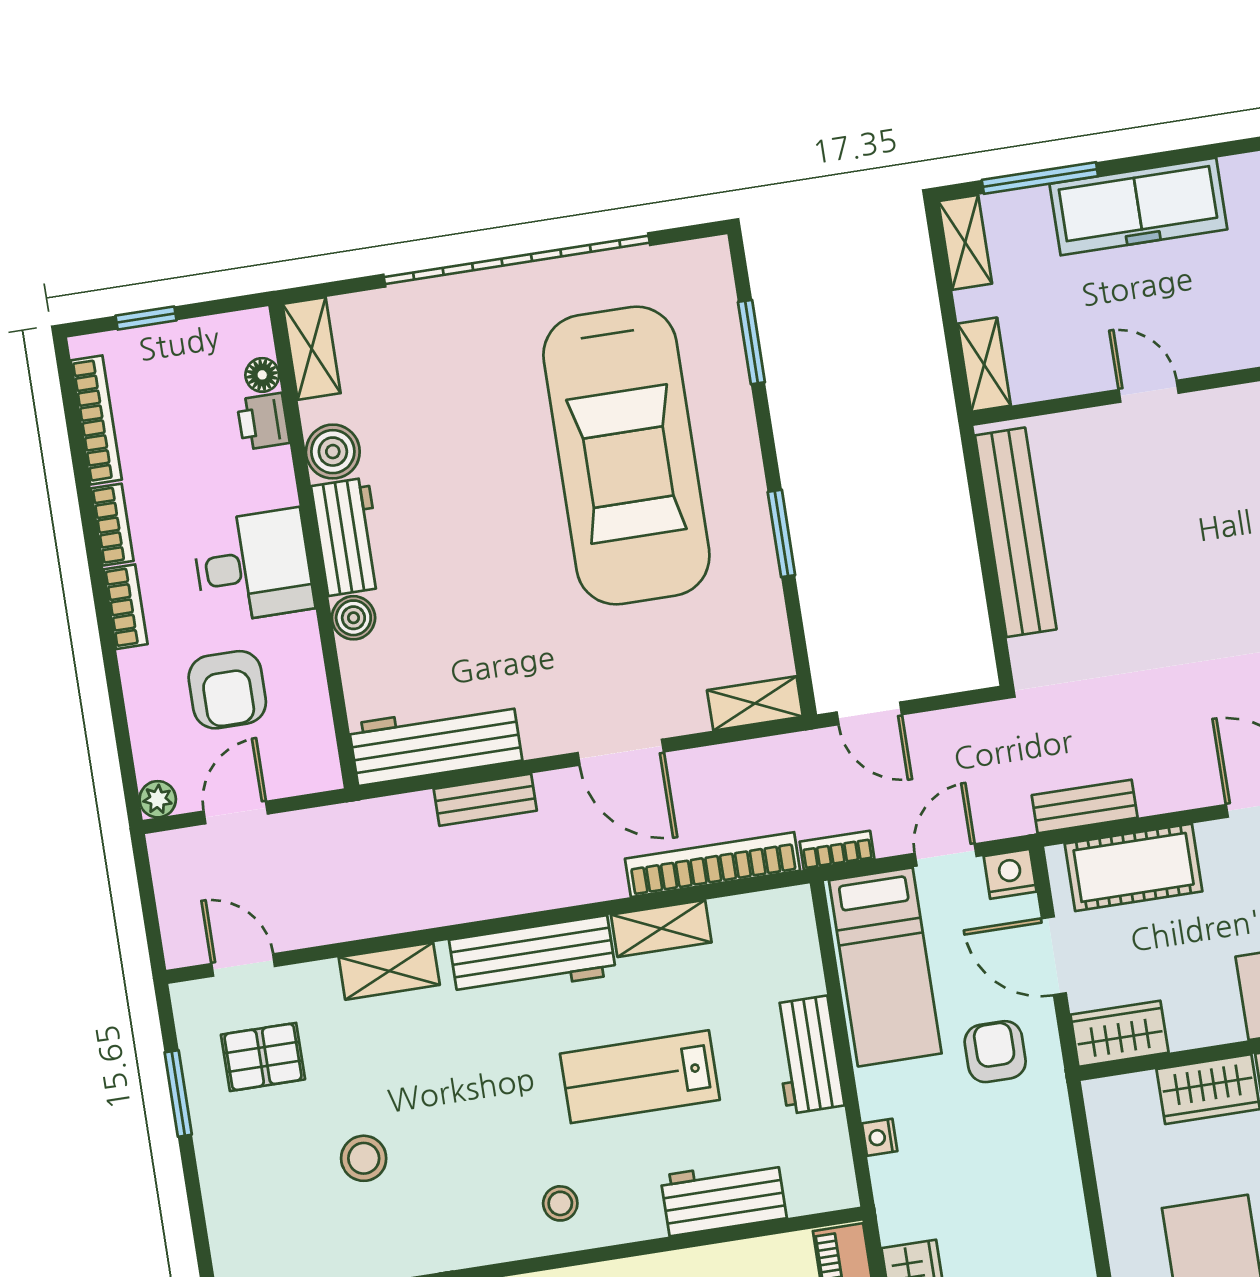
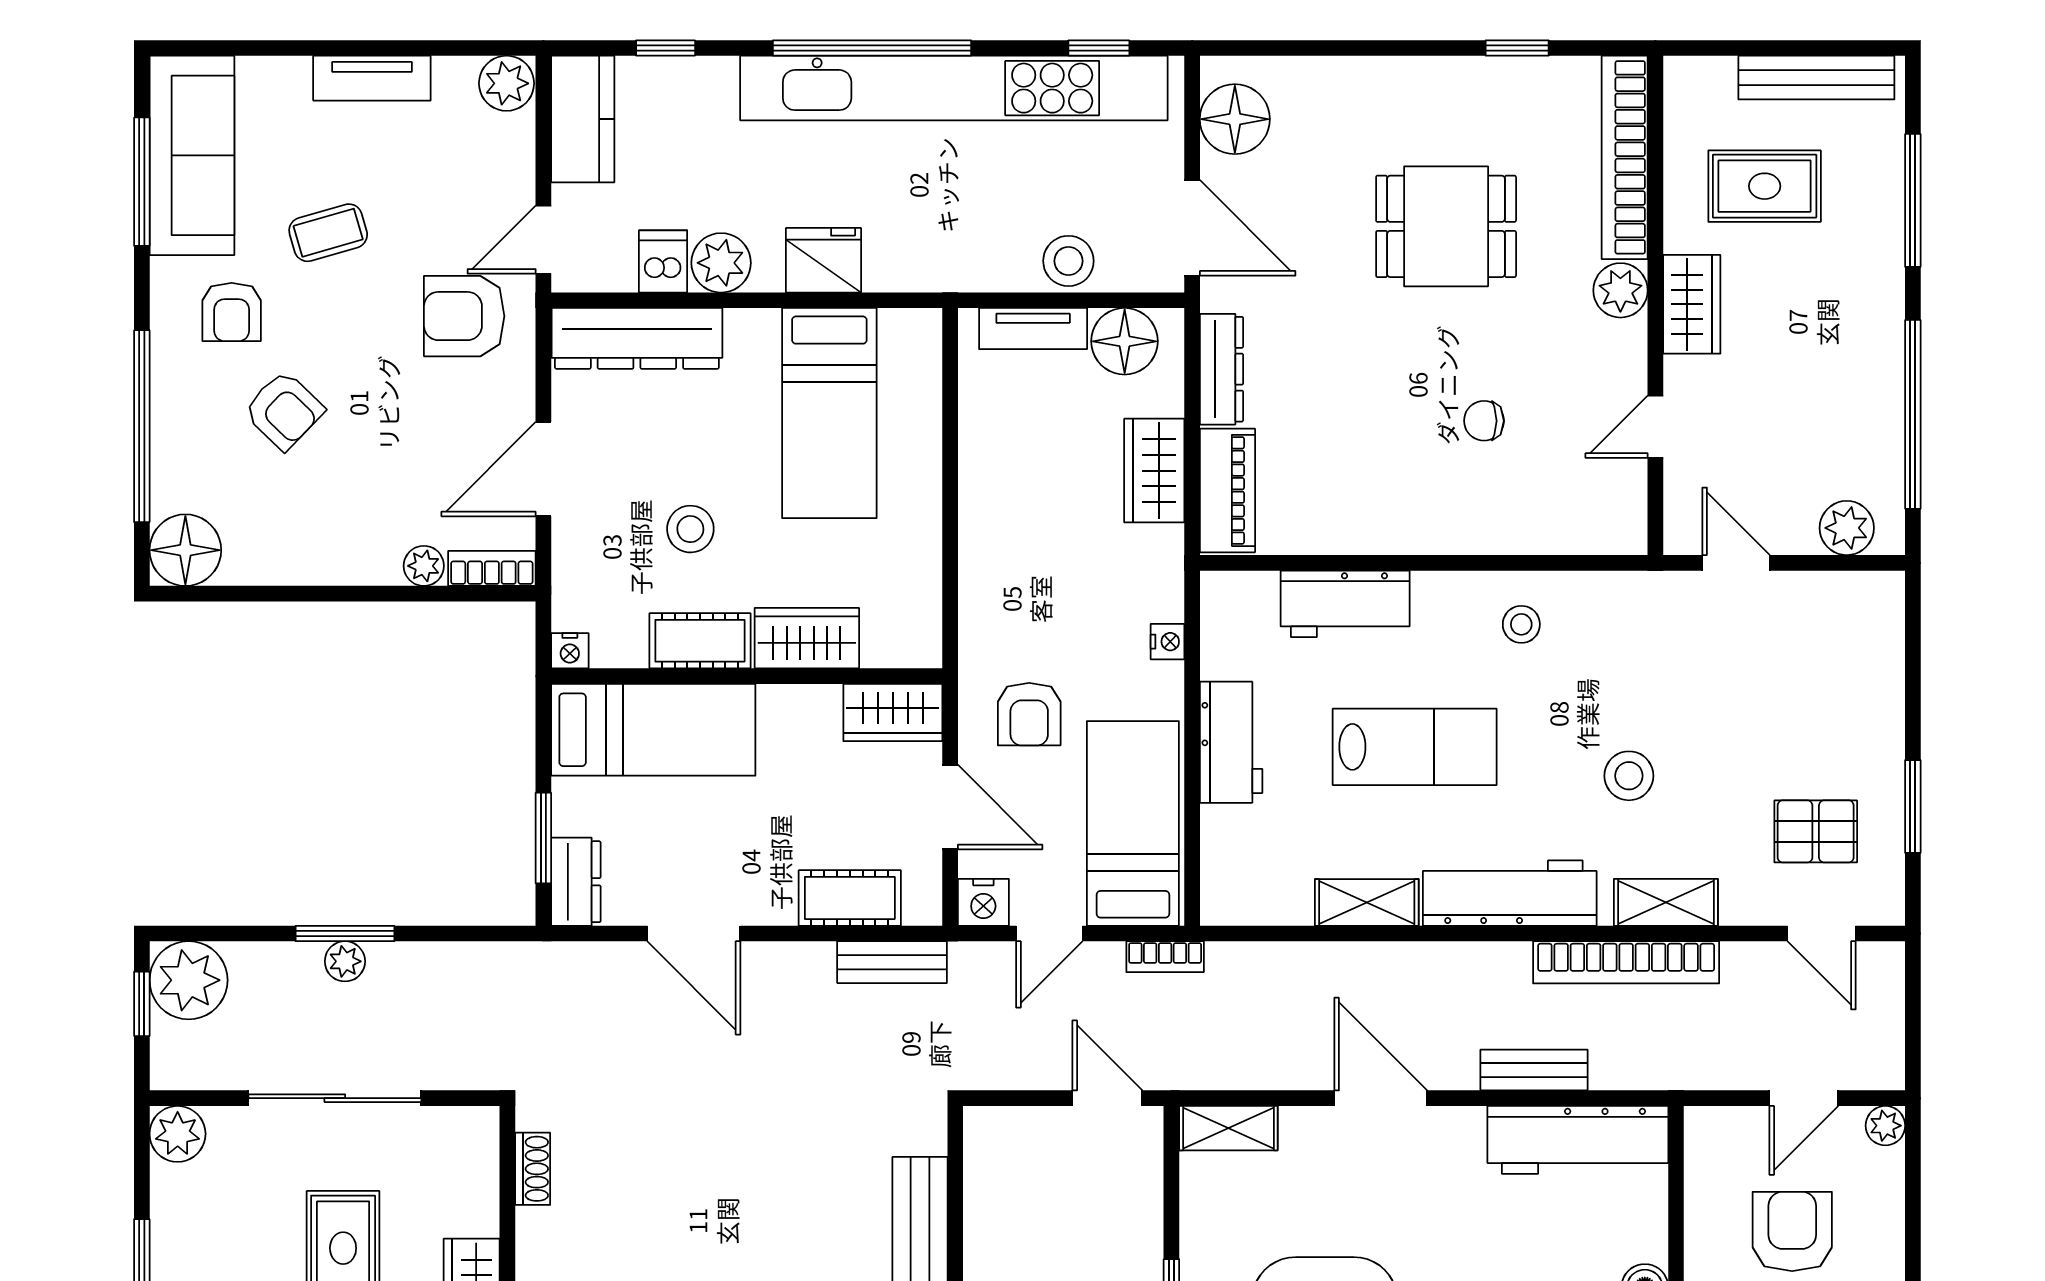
bookcase: (713, 865) -> (1626, 962), moved
cot: (1134, 867) -> (850, 898), width x0.73, depth x0.75
stool: (364, 1158) -> (1629, 776), moved

